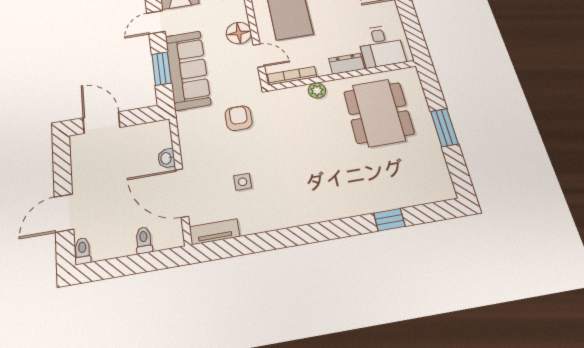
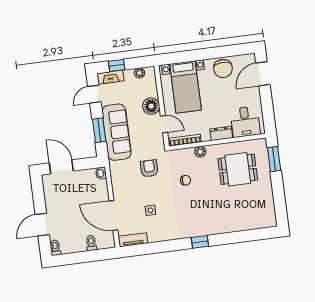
dining table: (379, 113) -> (238, 169), width x0.73
window: (444, 127) -> (274, 159), moved
chair: (297, 133) -> (185, 180), added
washbasin: (166, 158) -> (101, 173), moved
window: (389, 220) -> (200, 242), moved

